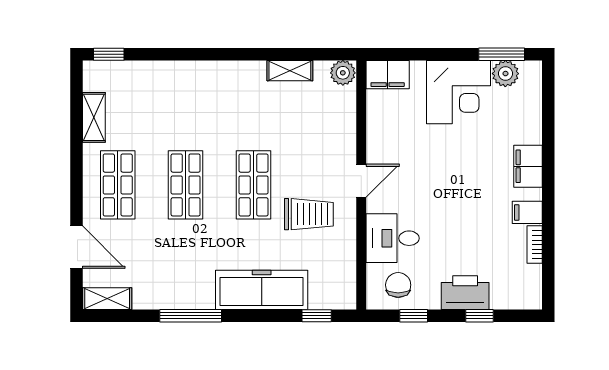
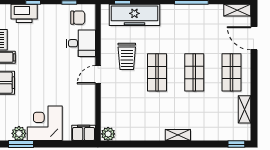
shelving: (290, 71) -> (178, 135), moved
trolley: (309, 214) -> (127, 56), turned -90
chair: (398, 285) -> (78, 18), turned -90
freezer: (262, 290) -> (134, 15), moved
printer: (465, 293) -> (24, 13), moved

